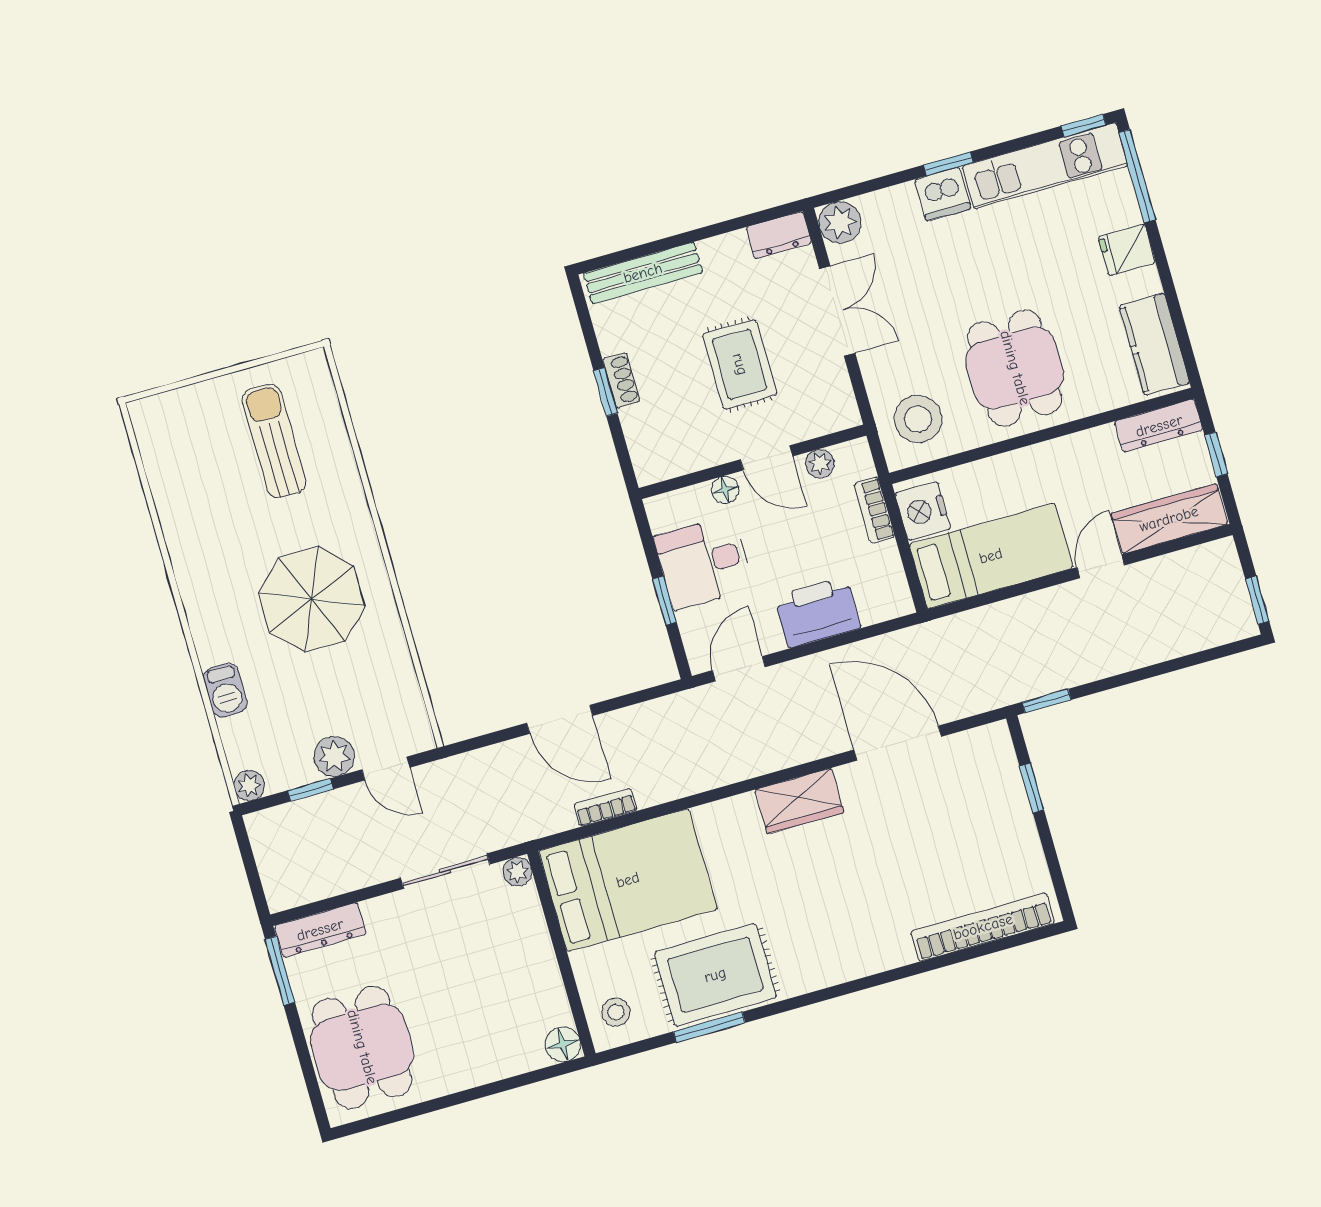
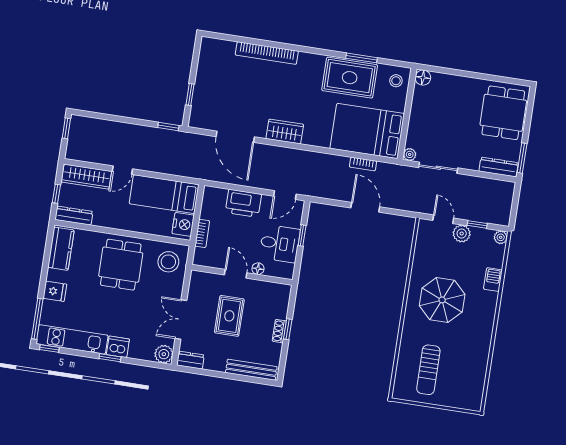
plant: (820, 464) -> (215, 262), removed
bookcase: (983, 927) -> (267, 53), moved

